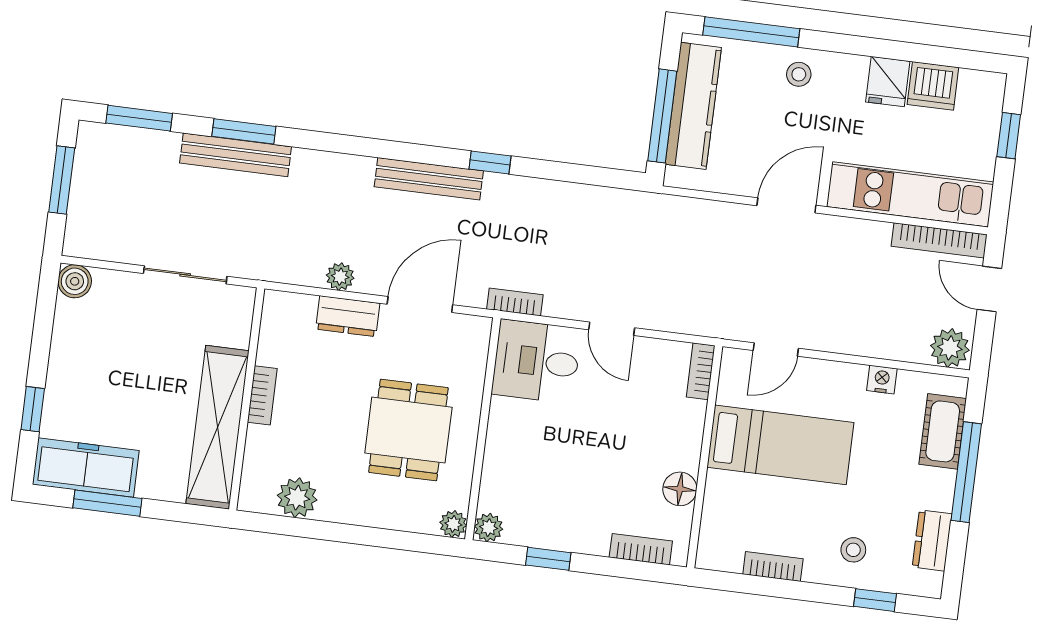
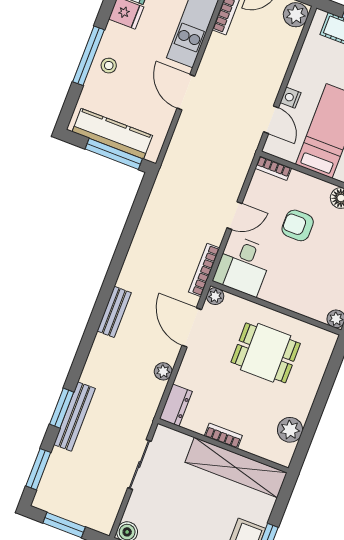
window: (751, 32) -> (89, 56), moved
window: (490, 162) -> (116, 264), removed
bench: (429, 179) -> (114, 312), width x0.73
bookcase: (515, 302) -> (204, 270), width x1.56
dresser: (348, 316) -> (176, 405), moved
nightstand: (882, 380) -> (290, 98), moved
armchair: (620, 432) -> (298, 225), added
plant: (453, 524) -> (215, 296), moved

